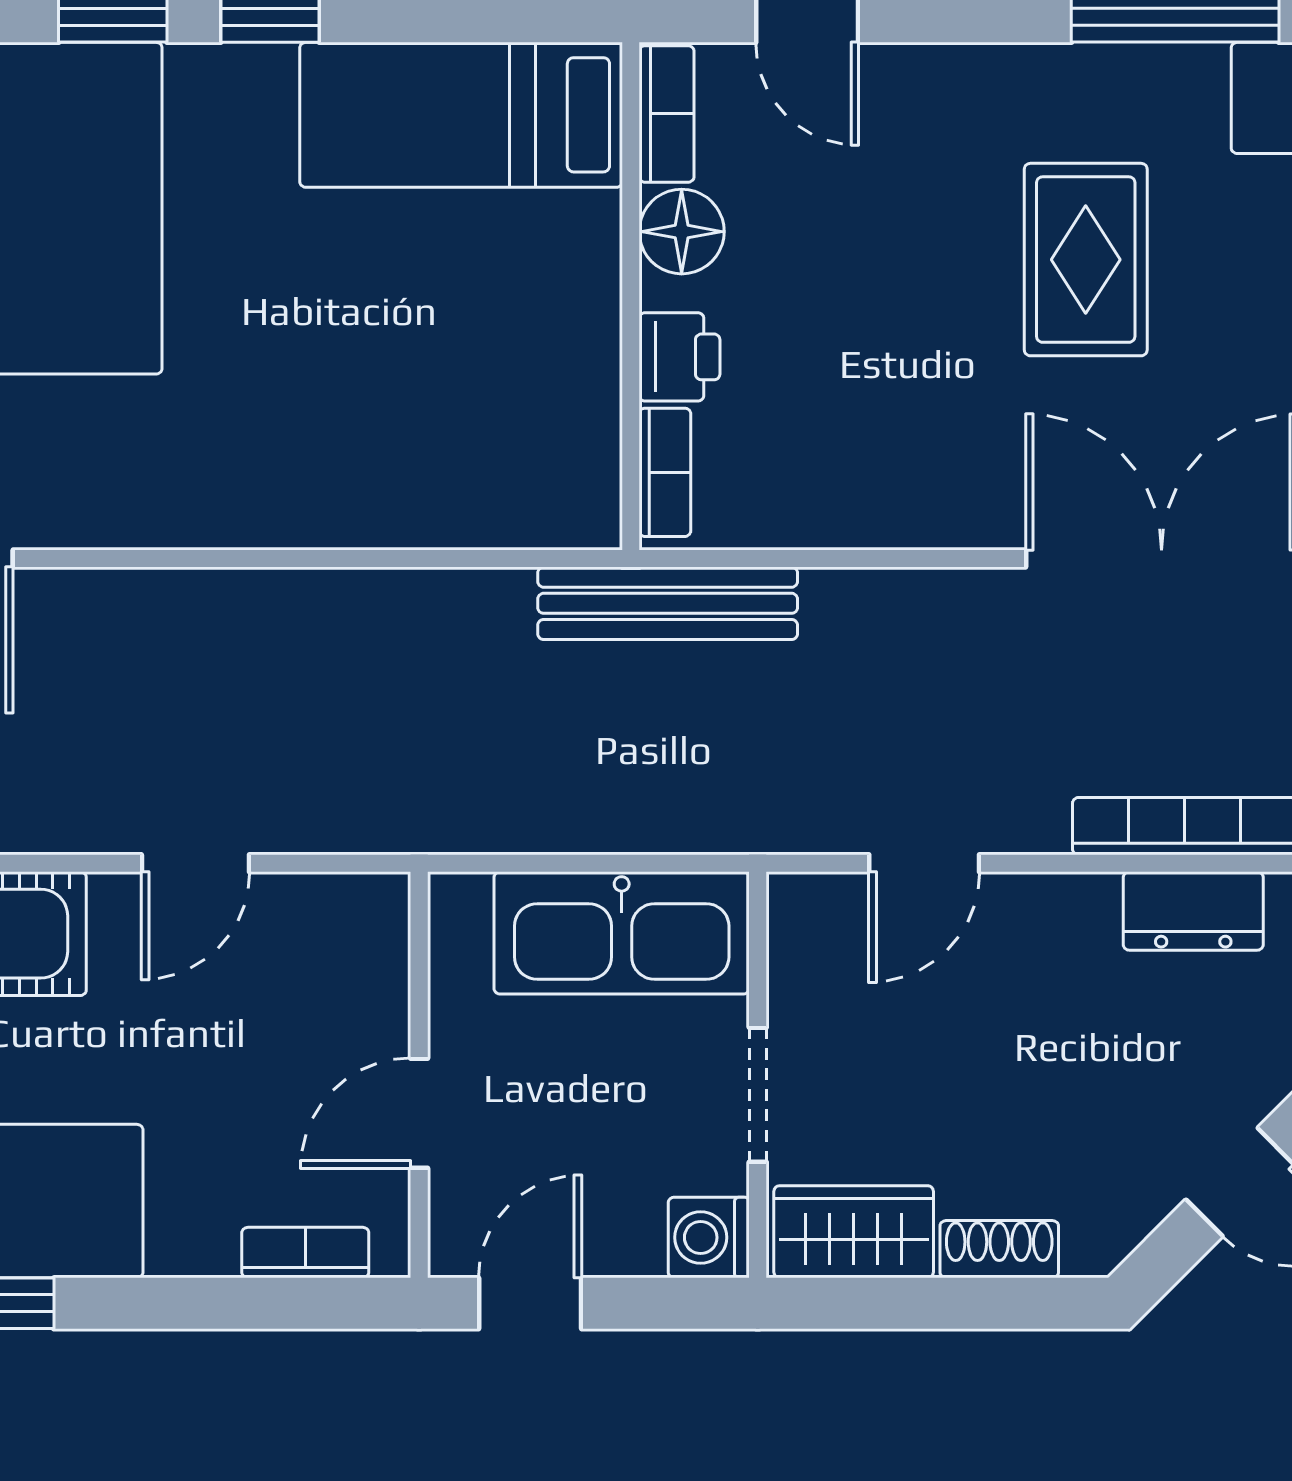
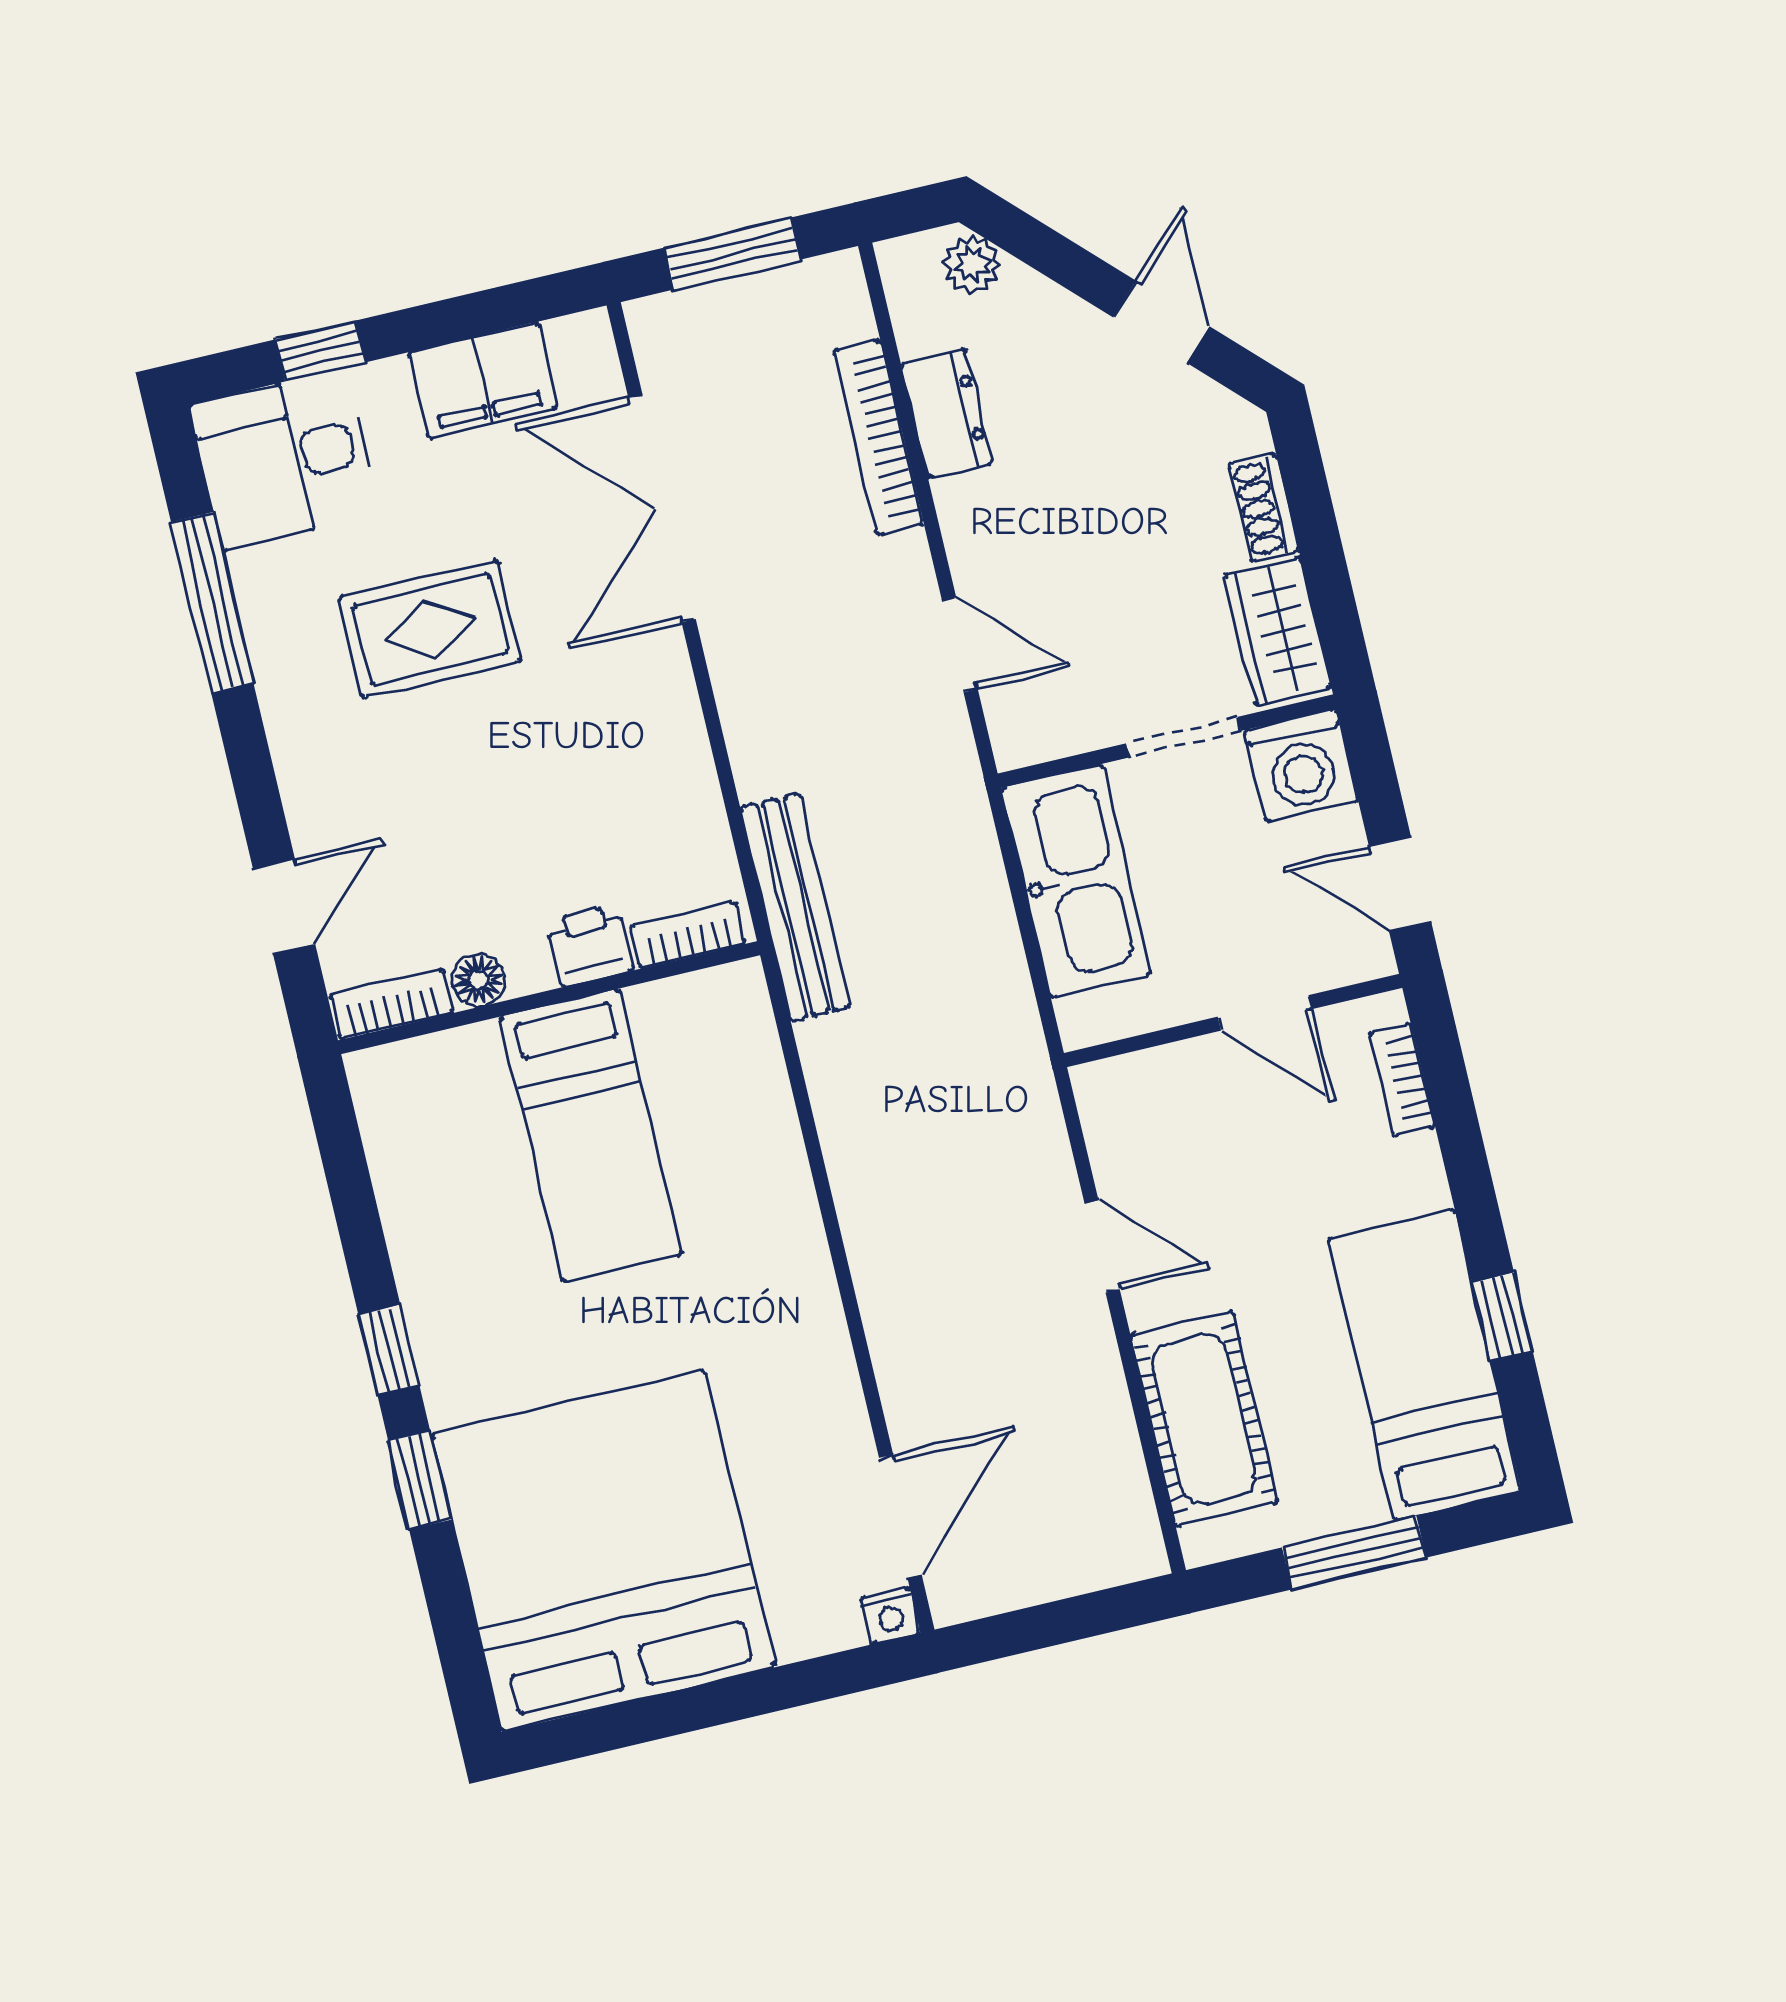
bed: (461, 115) -> (591, 1136), moved
floor lamp: (682, 232) -> (479, 980), width x0.73, depth x0.73
washing machine: (709, 1237) -> (1301, 765), width x1.38, depth x1.38

